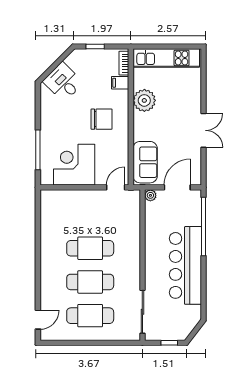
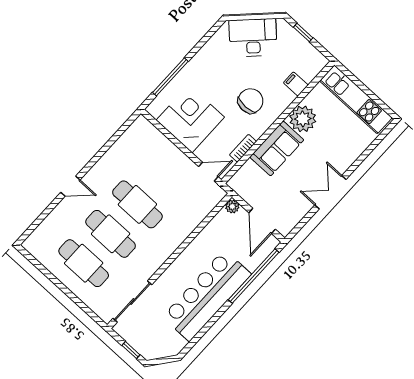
bookcase: (124, 63) -> (243, 148), moved
desk: (63, 82) -> (253, 38), width x1.37
chair: (102, 119) -> (251, 101), turned -90
double door: (203, 130) -> (330, 192), swing flipped
sofa: (145, 162) -> (277, 148), moved
door: (177, 187) -> (262, 221), swing flipped
door: (38, 320) -> (70, 186), moved

